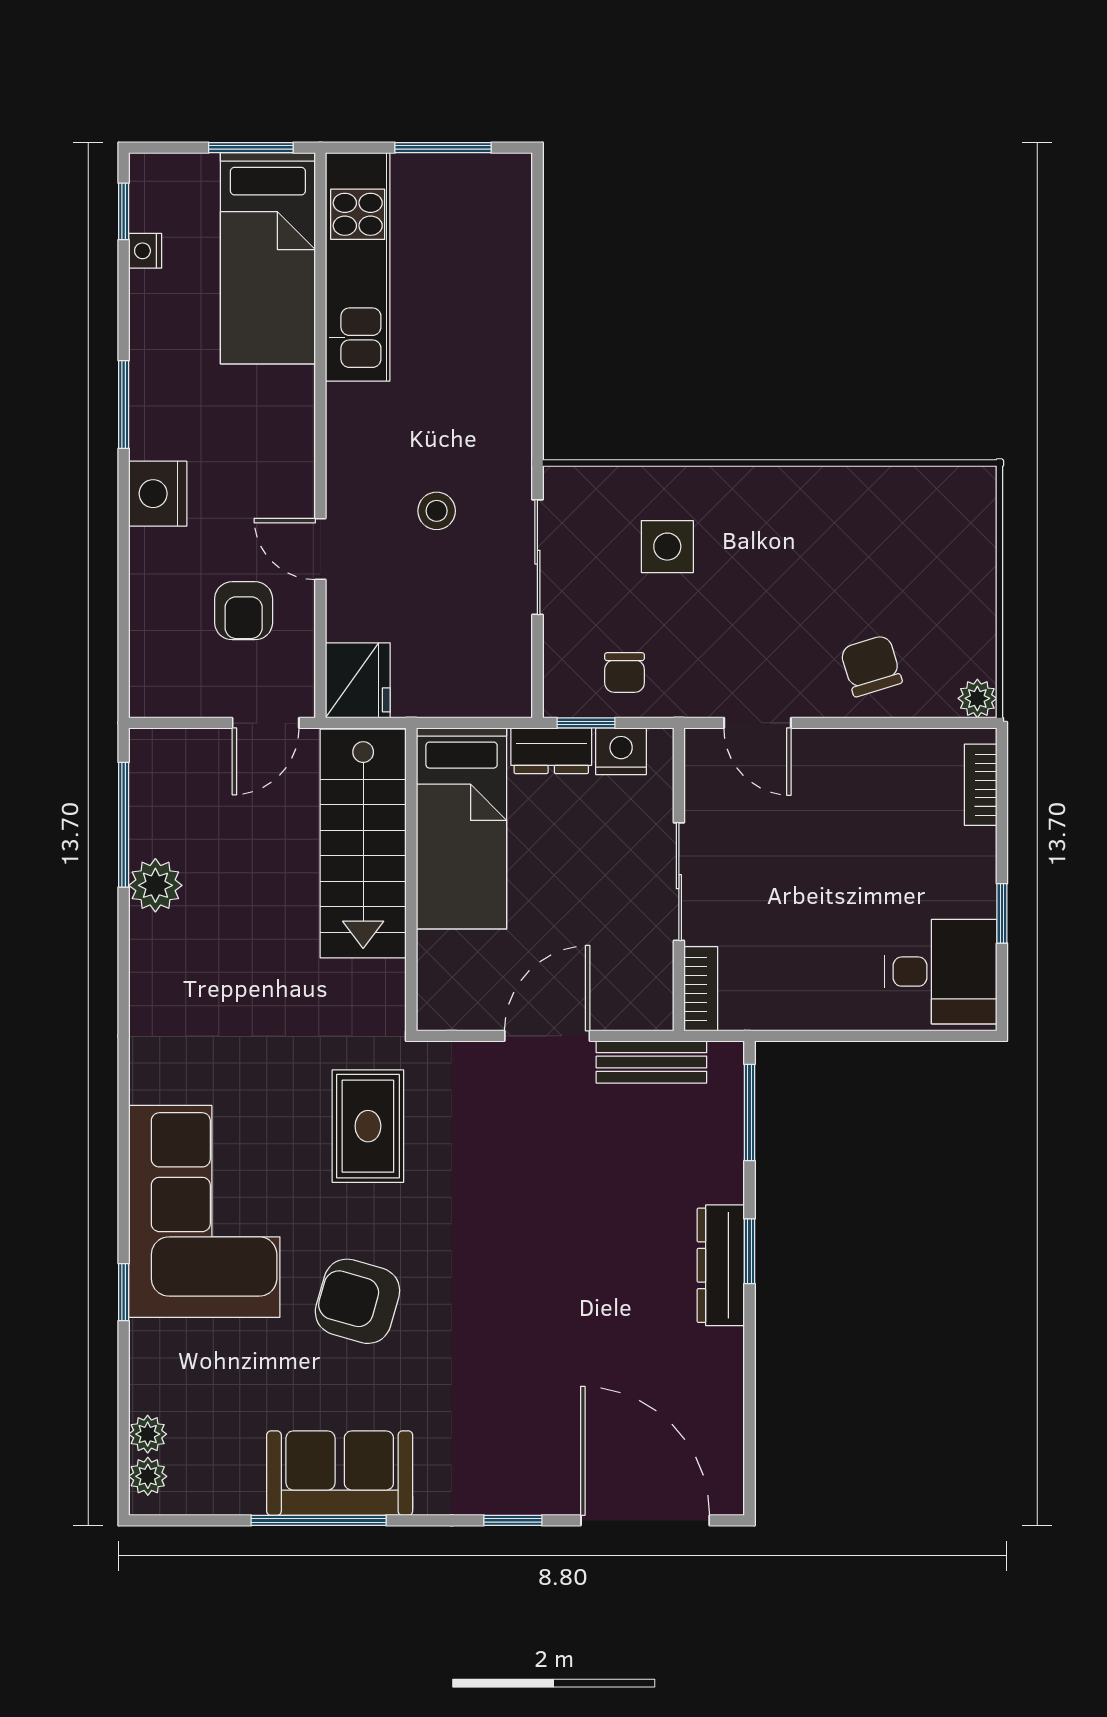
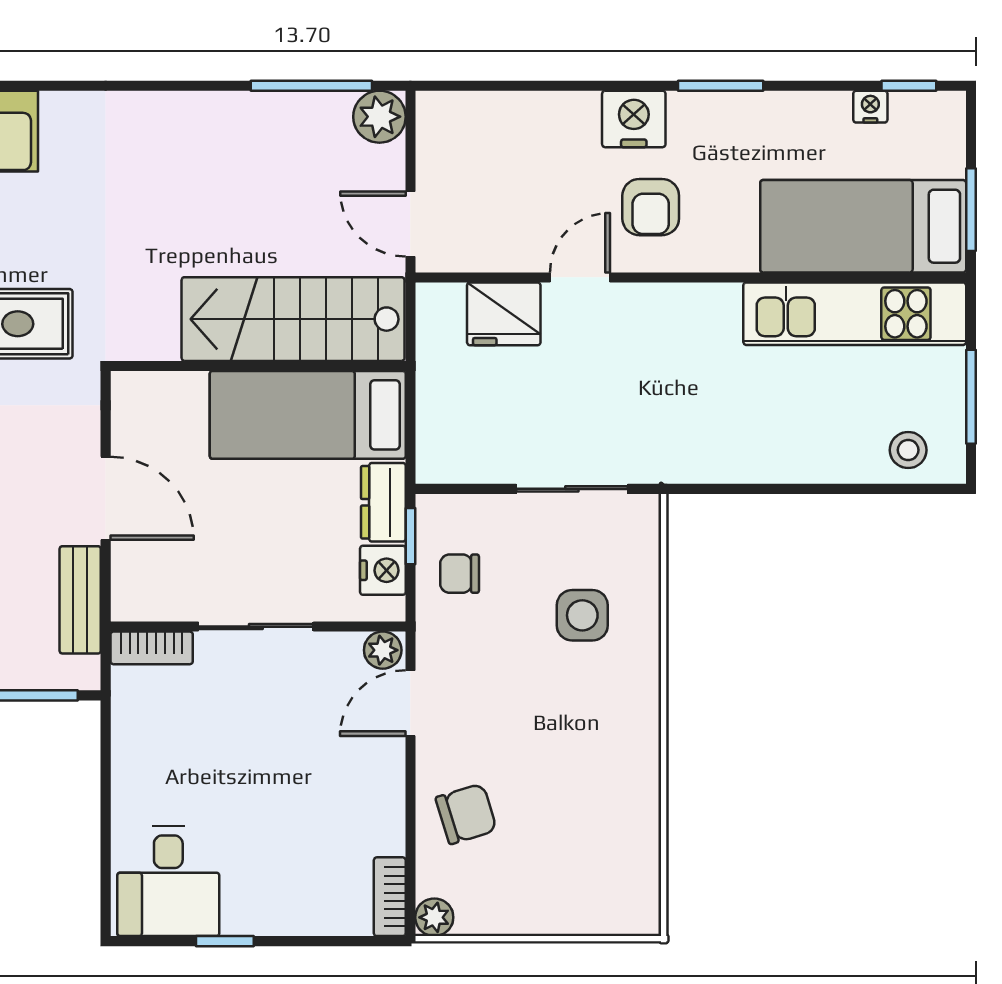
stool: (437, 511) -> (908, 450), moved
armchair: (244, 611) -> (651, 207), moved, turned -90
fridge: (358, 680) -> (504, 314), moved
plant: (703, 751) -> (383, 650), added
bookcase: (981, 785) -> (390, 897), moved, turned -90
plant: (155, 885) -> (379, 117), moved

